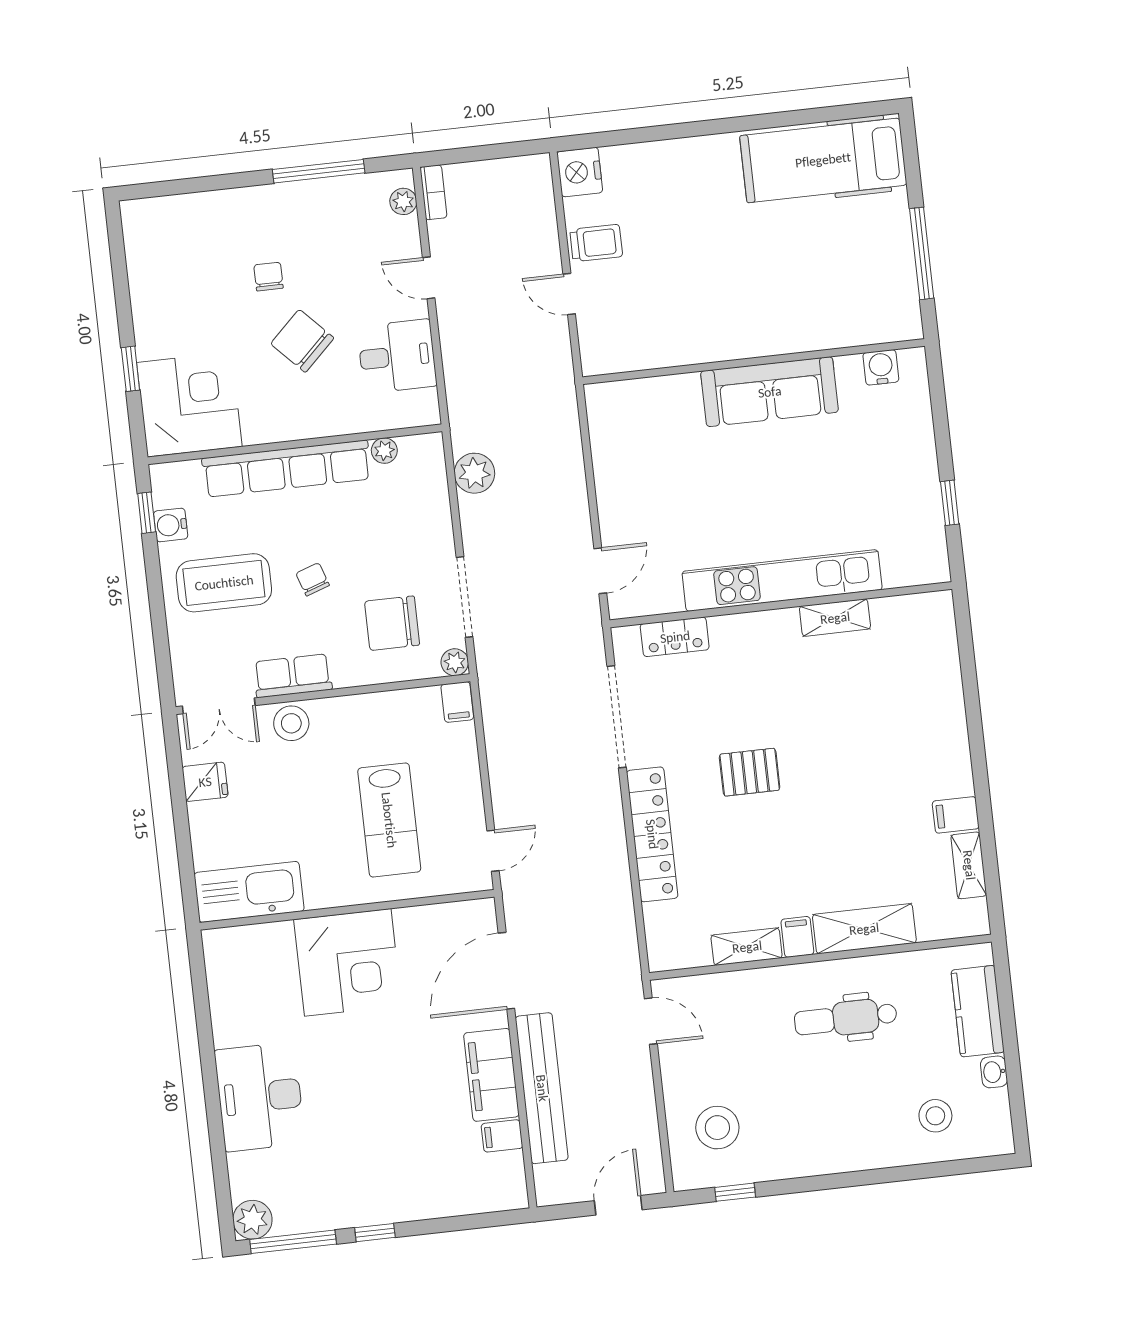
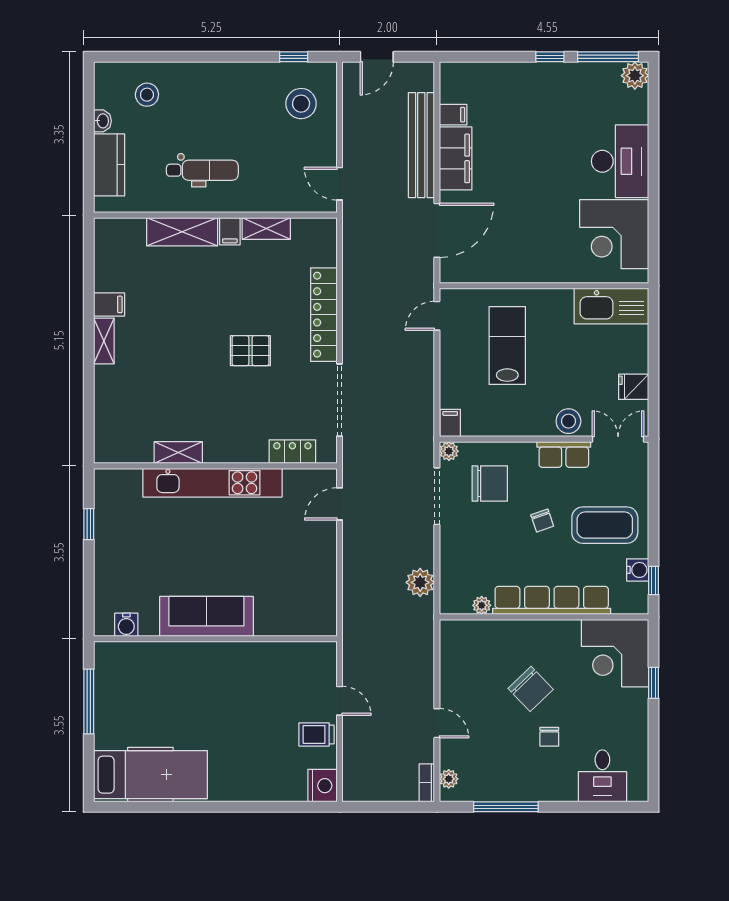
desk: (397, 356) -> (602, 776), moved, turned -90
shelving: (969, 865) -> (104, 341), moved
corner desk: (348, 962) -> (614, 234), moved, turned -90

